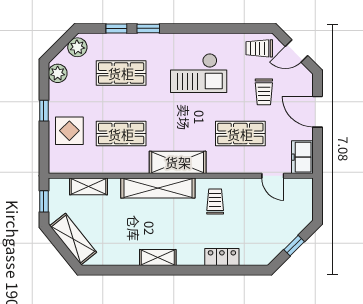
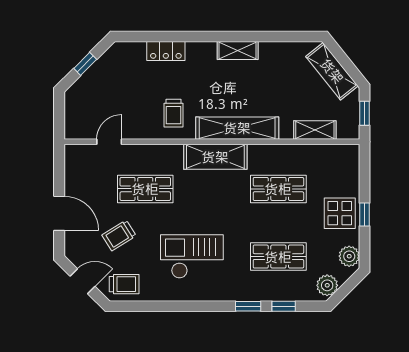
trolley: (264, 92) -> (119, 235), turned -122
display table: (69, 131) -> (340, 213), moved
freezer: (302, 157) -> (76, 163), removed
door: (273, 176) -> (109, 142), hinge flipped

